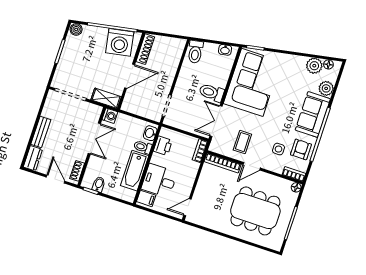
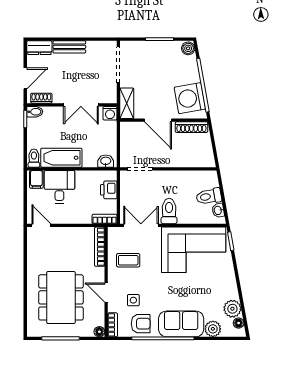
toilet: (195, 52) -> (209, 196), moved
printer: (163, 146) -> (109, 190), moved, turned 90
toilet: (143, 147) -> (34, 158), moved
door: (252, 166) -> (106, 292), moved
bidet: (99, 184) -> (35, 112), moved

